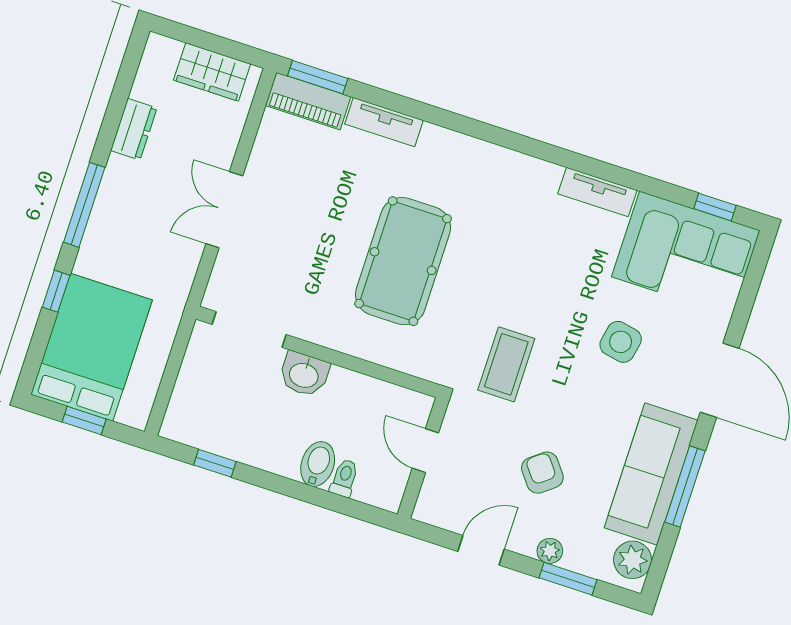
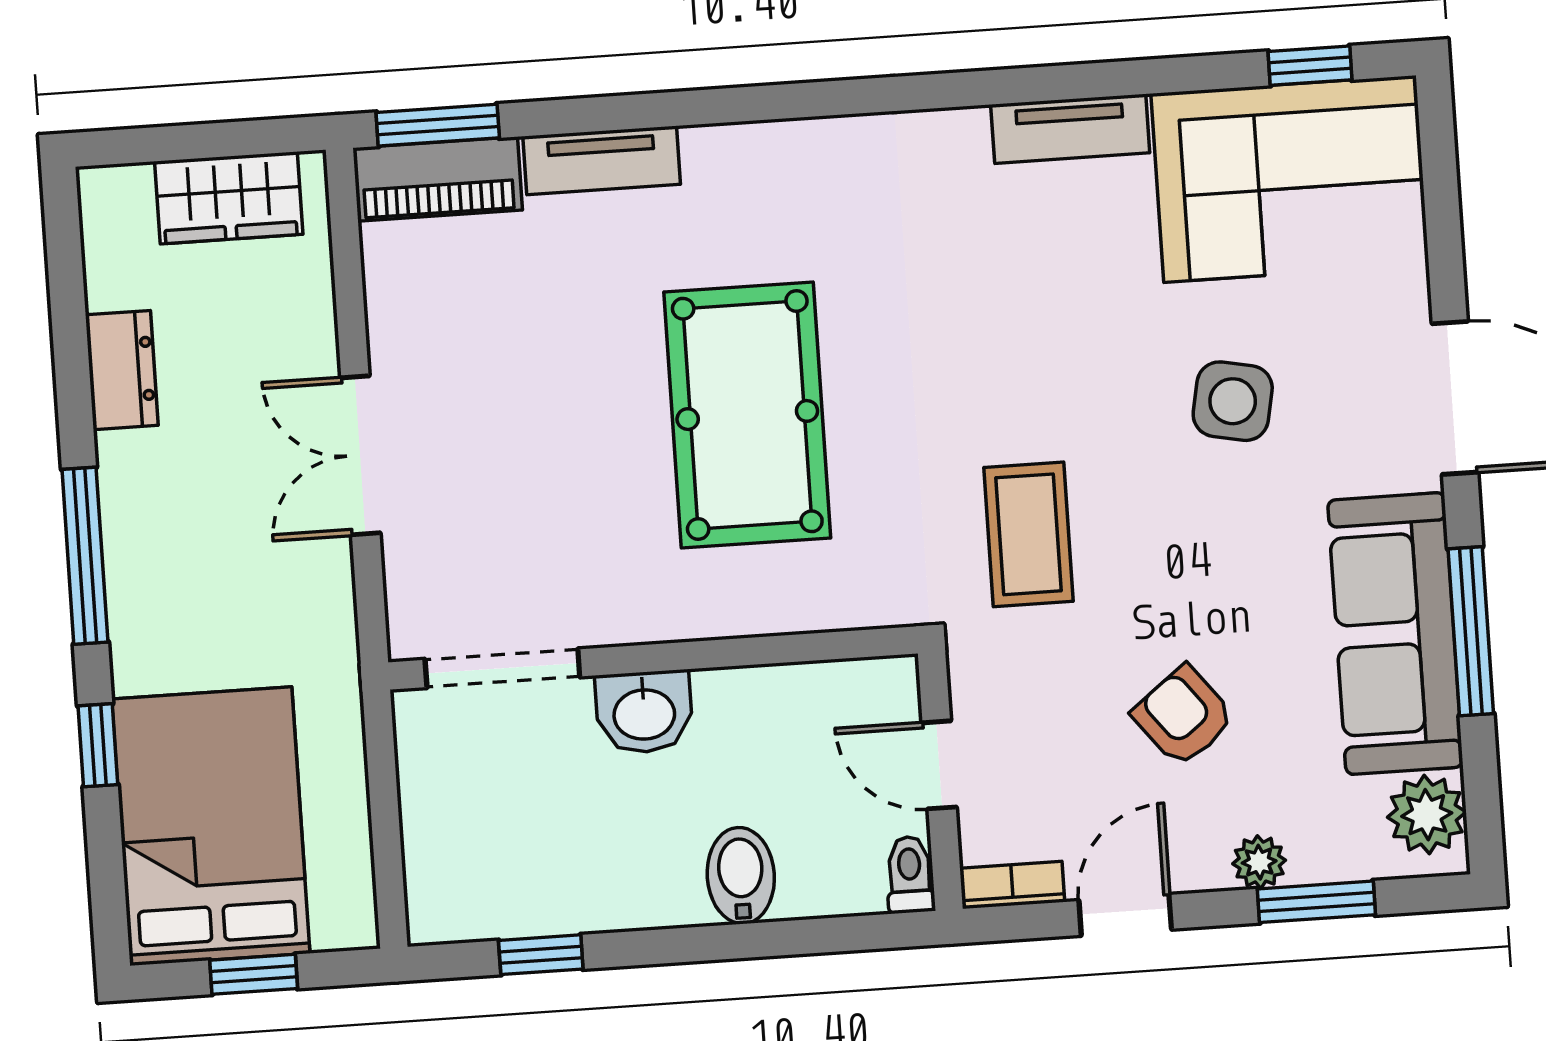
toilet: (344, 478) -> (910, 875), moved
bookcase: (436, 517) -> (1012, 885), added

